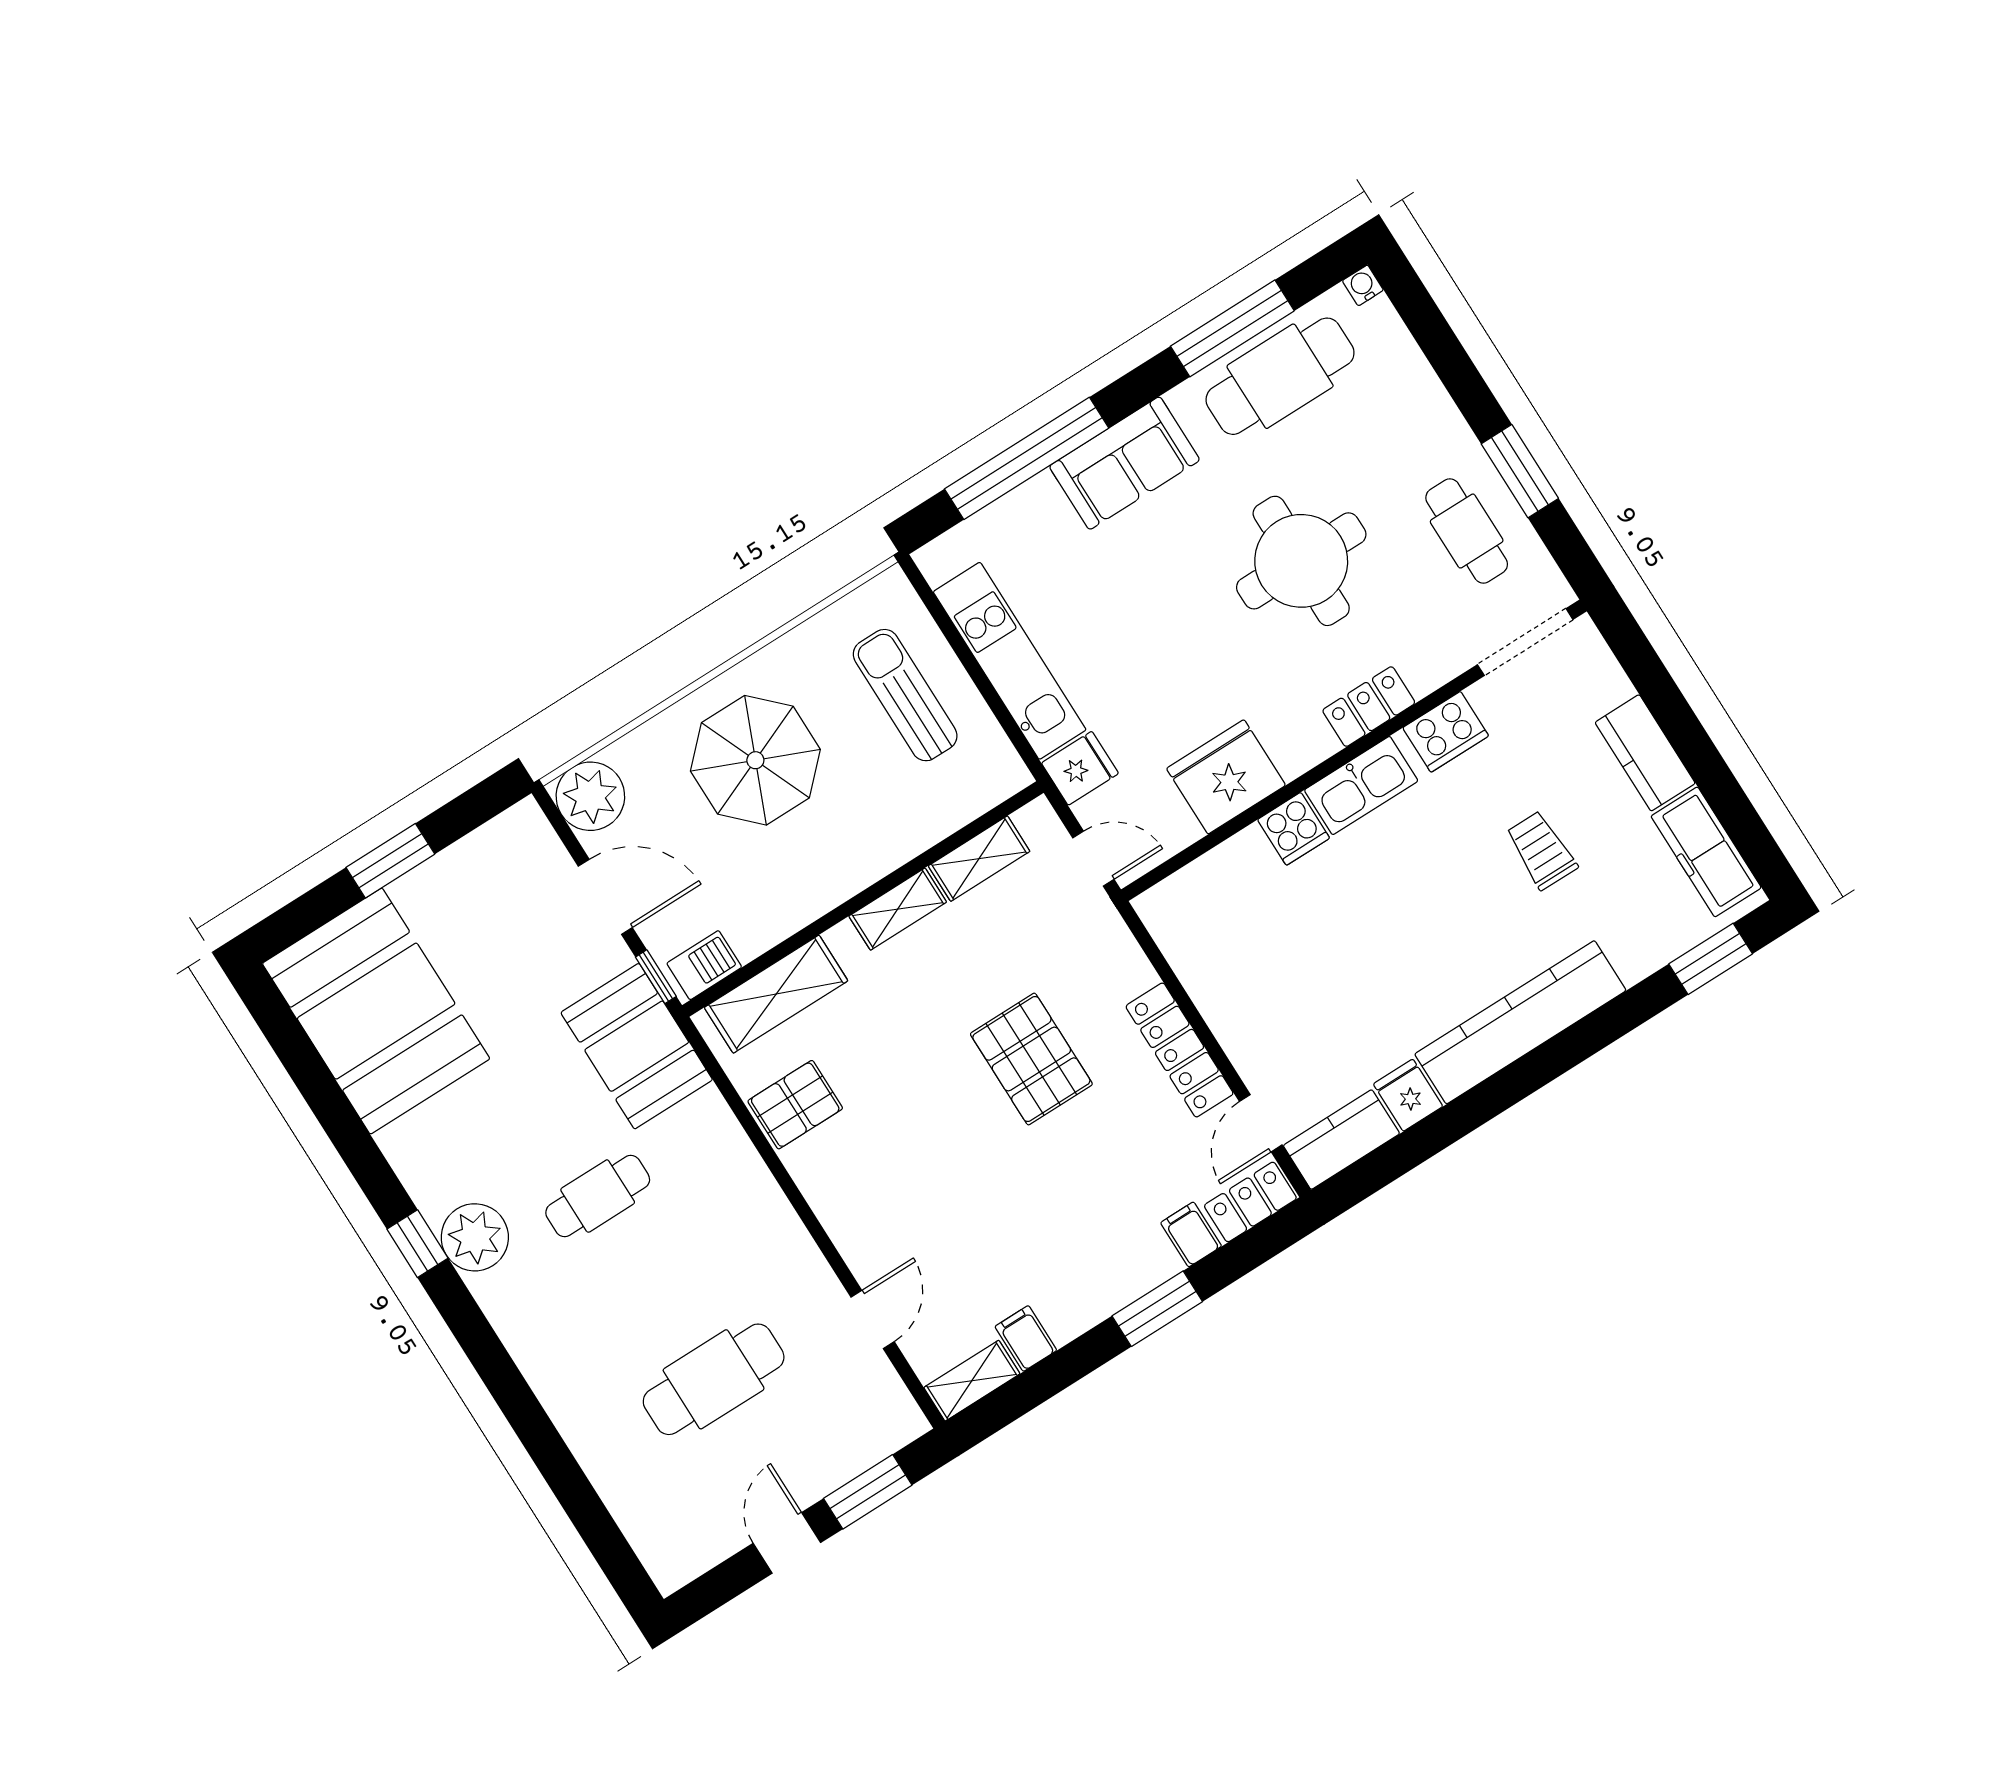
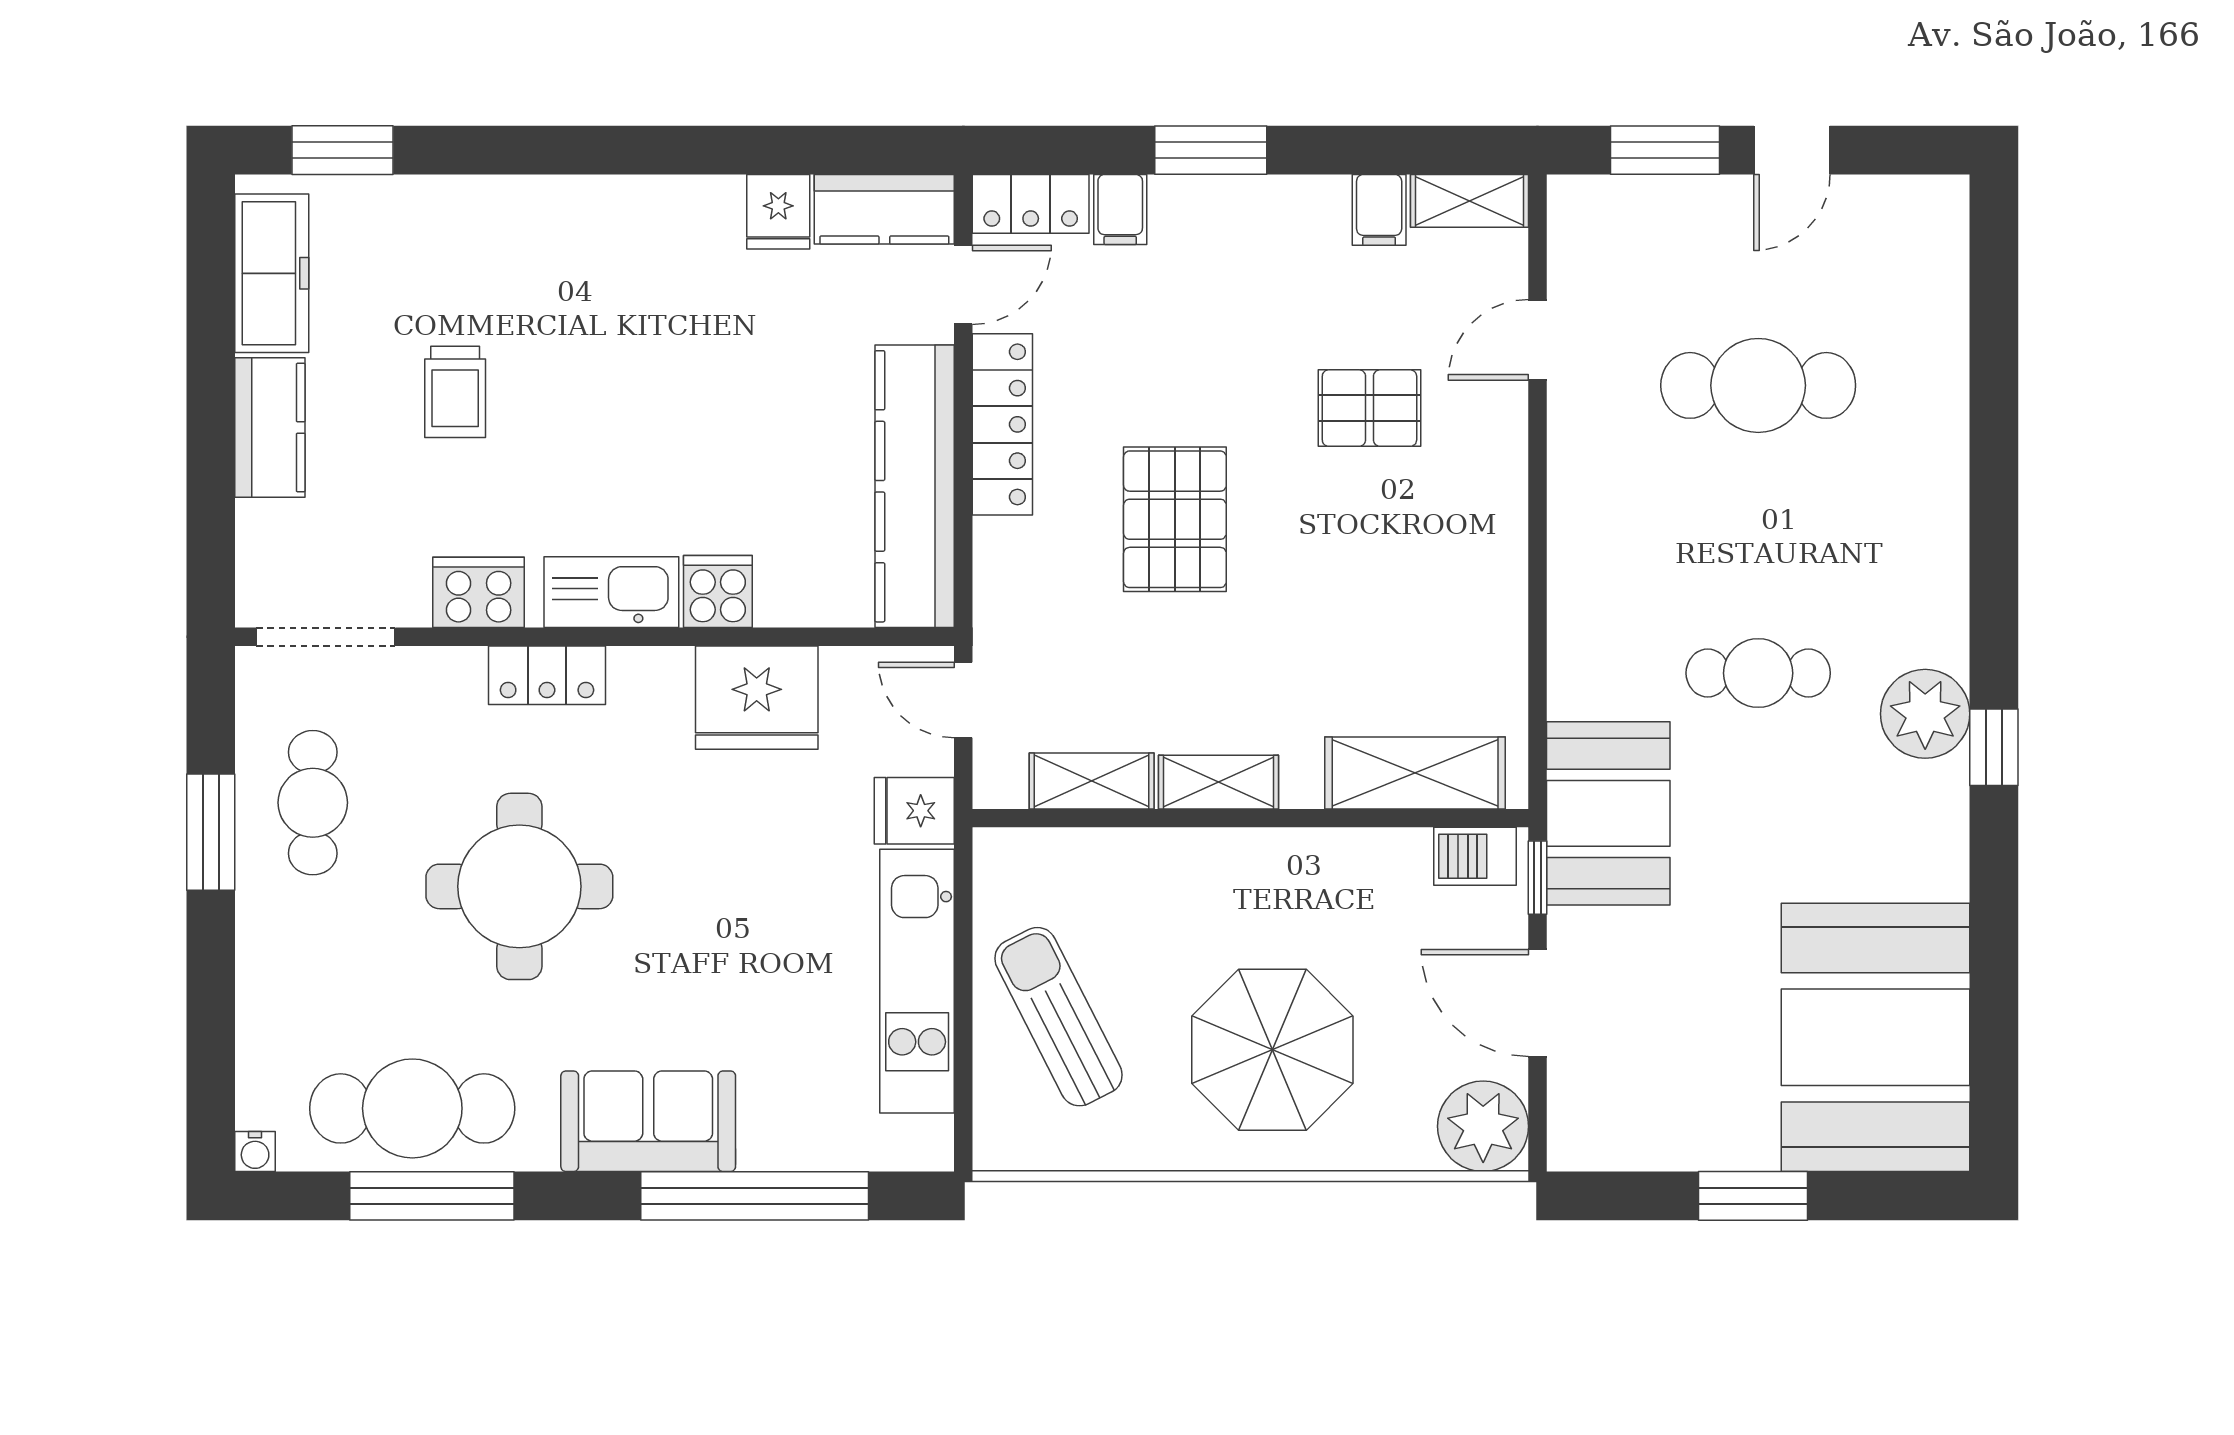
sun lounger: (905, 695) -> (1058, 1017), turned 153
kitchen counter: (1520, 1022) -> (915, 486), moved, turned 90
pallet: (795, 1105) -> (1369, 408), moved

